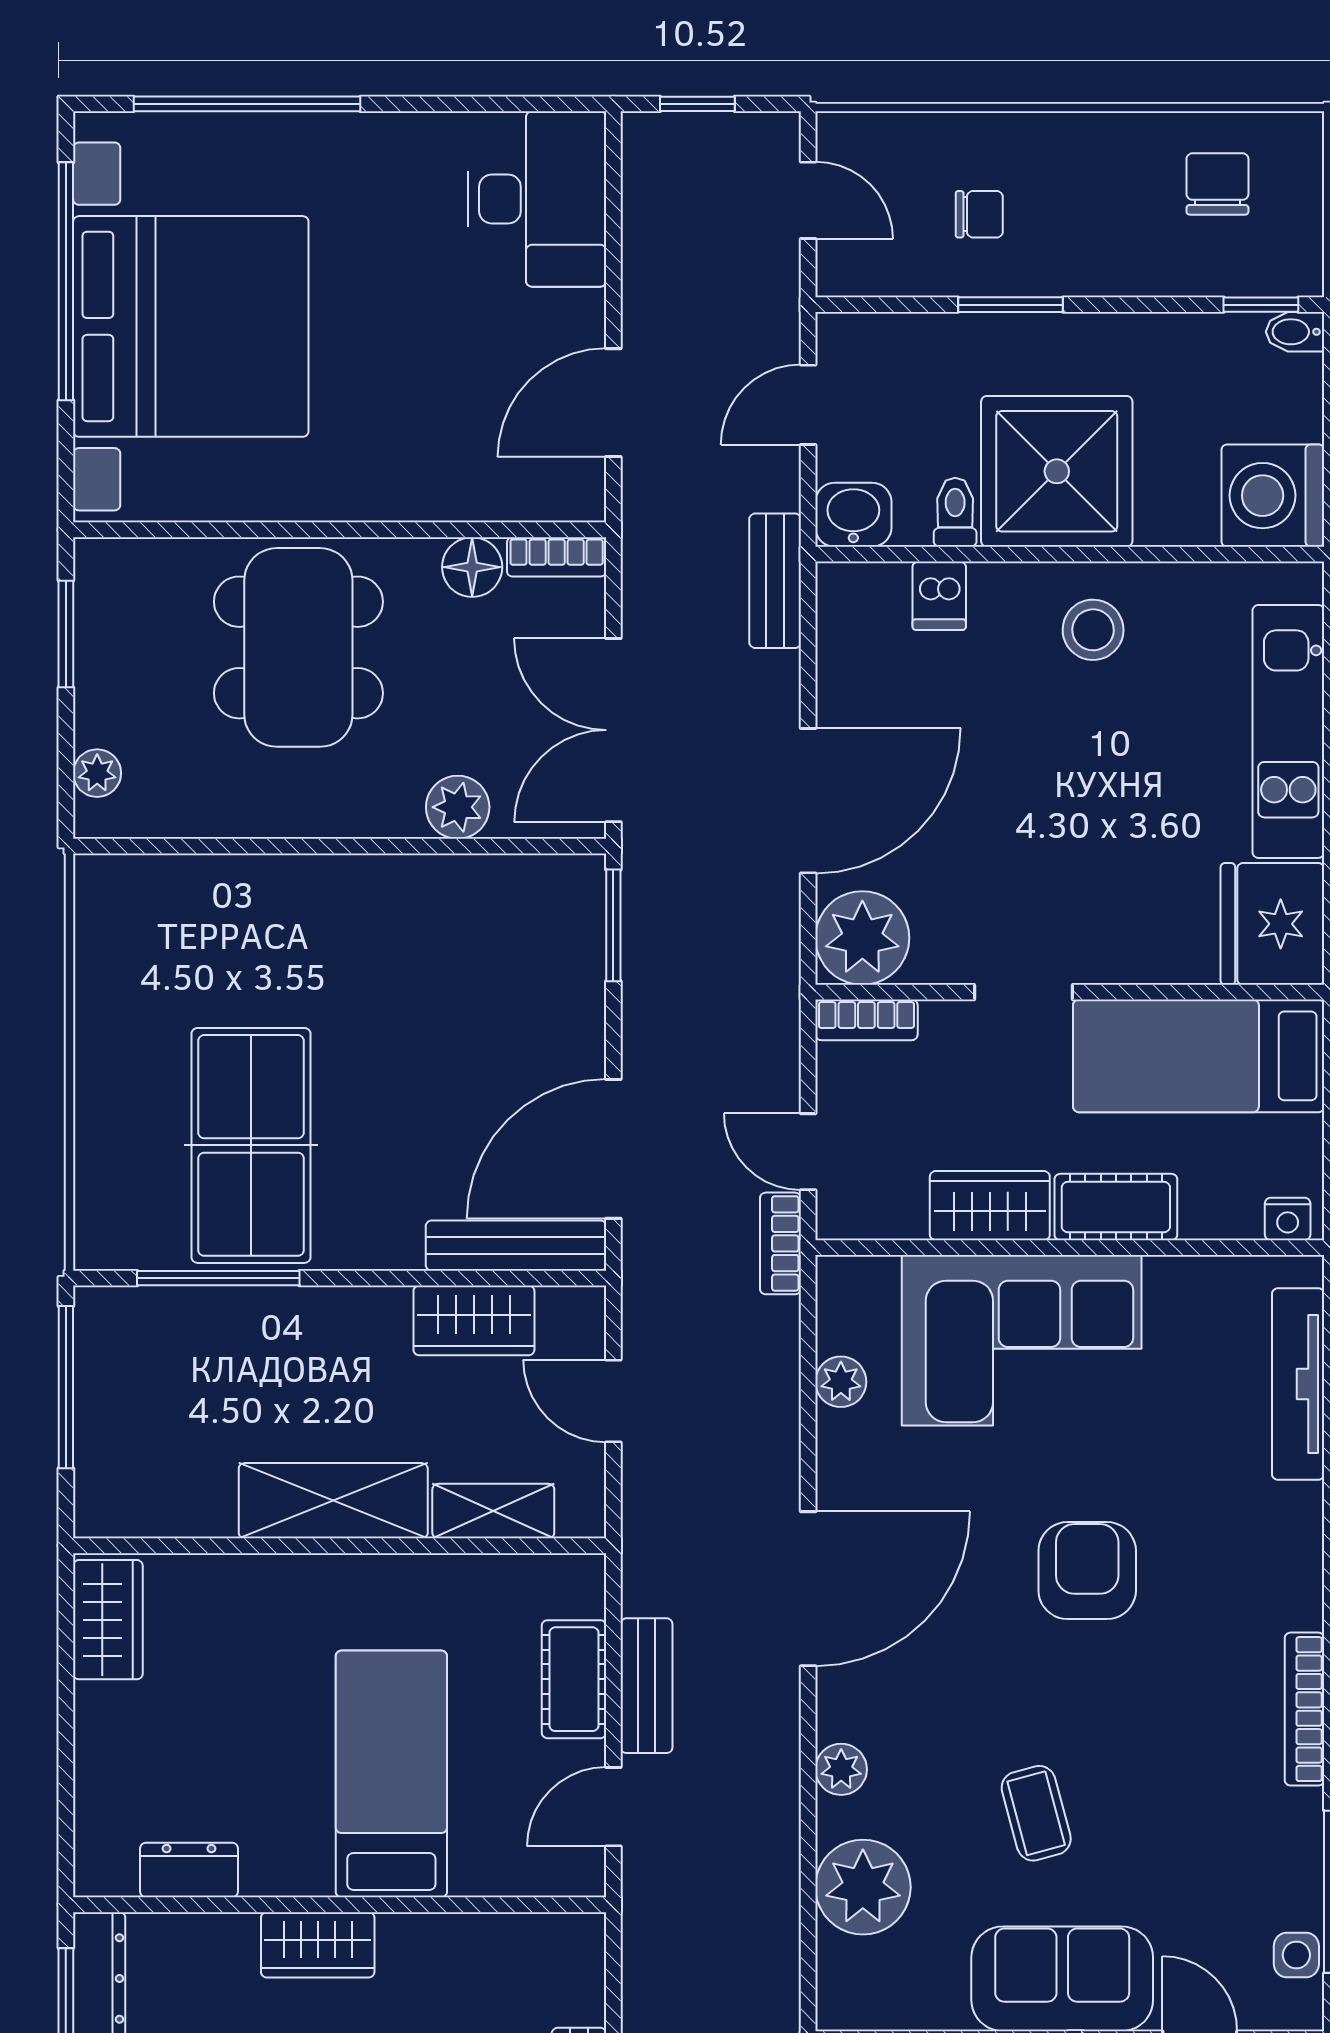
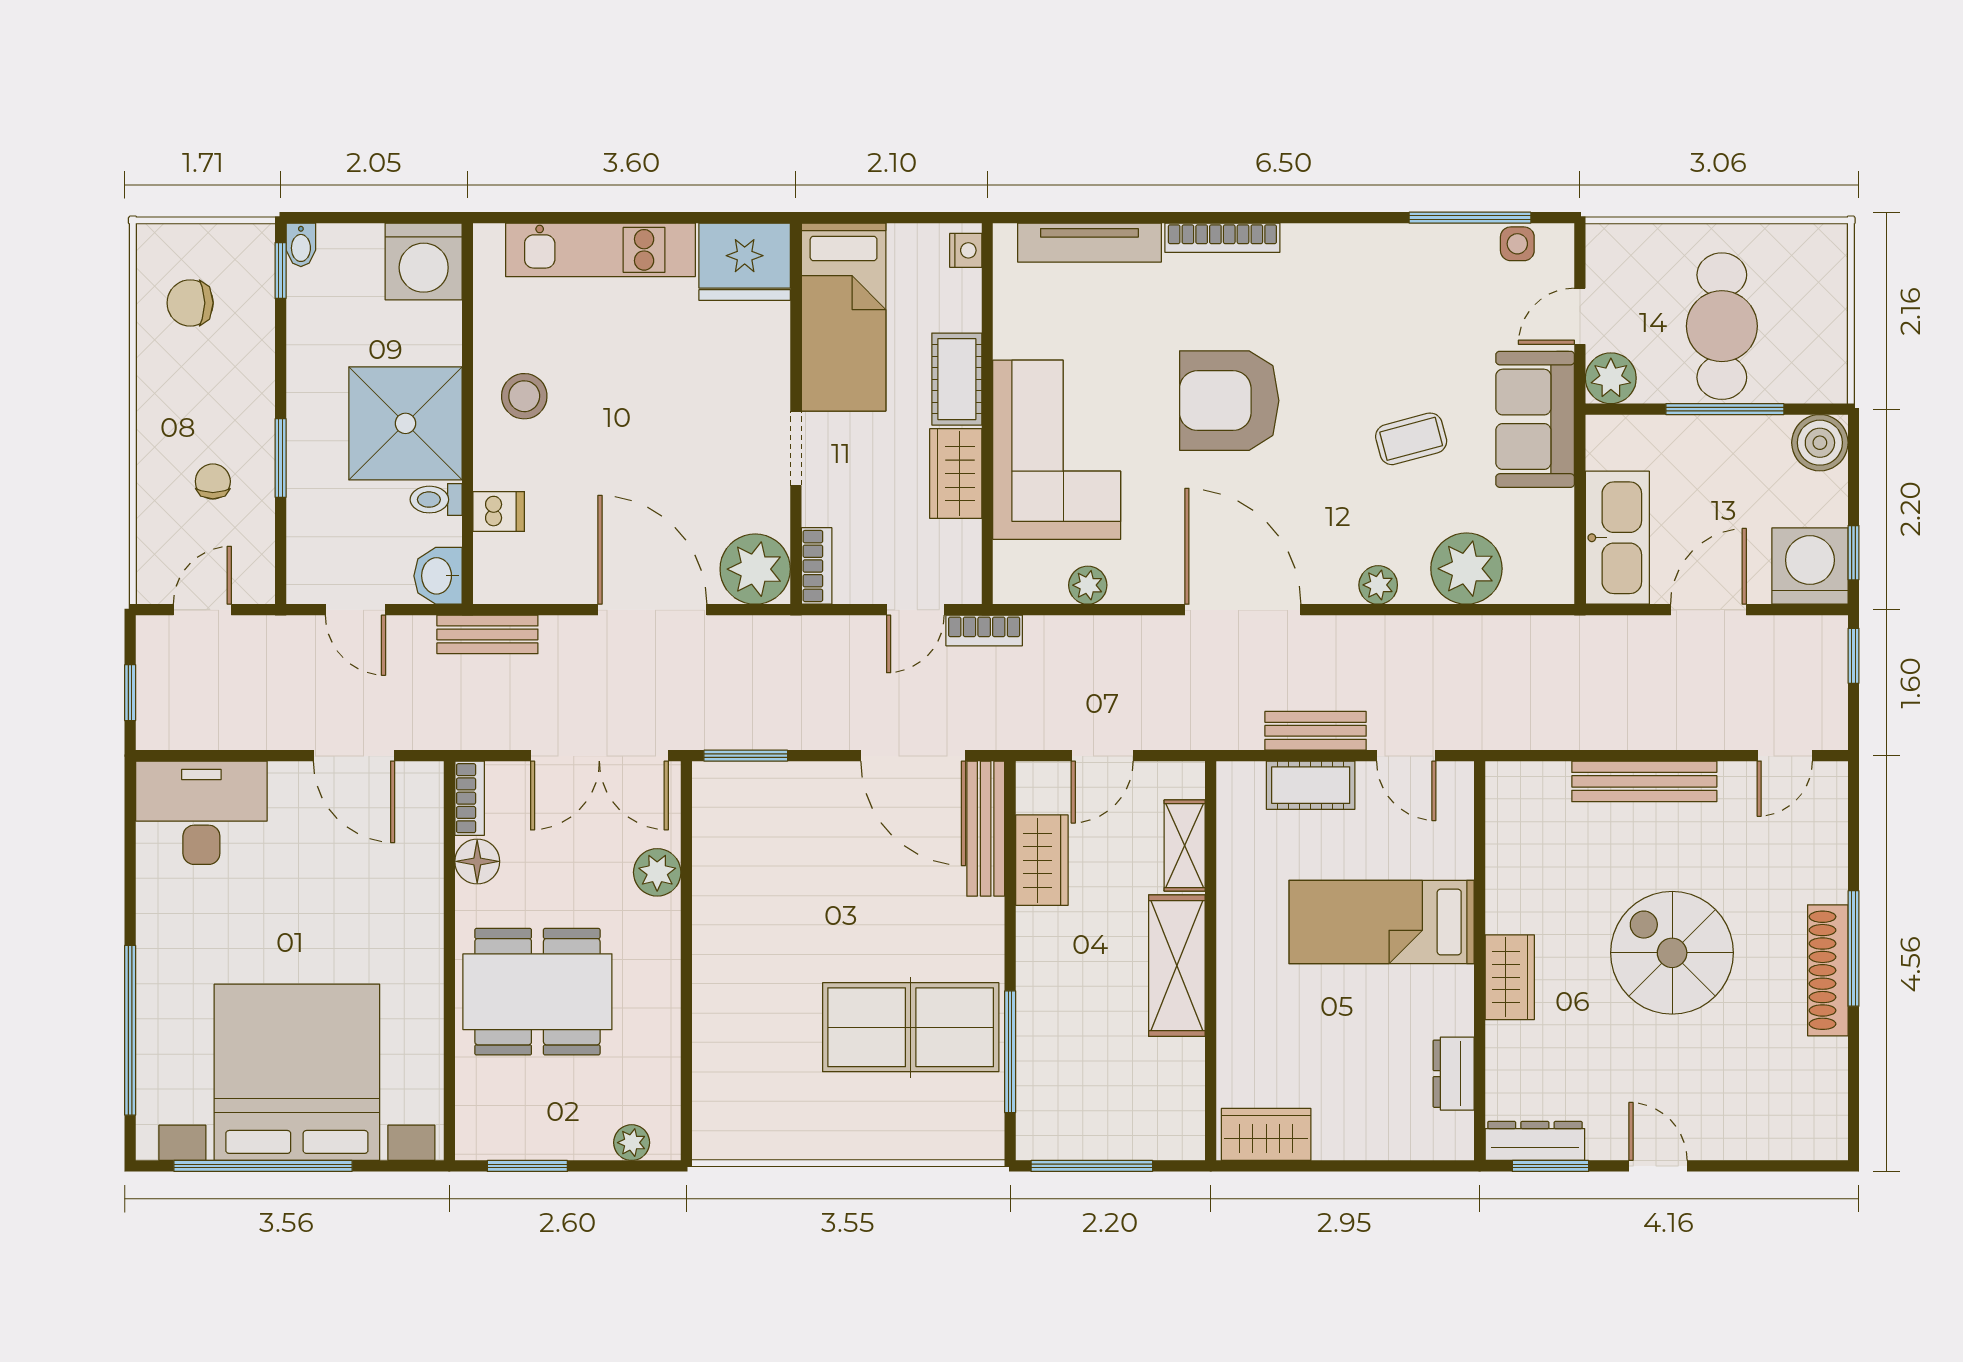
armchair: (1087, 1571) -> (1229, 401), width x1.36, depth x1.36
bookcase: (1304, 1709) -> (1222, 238), moved

